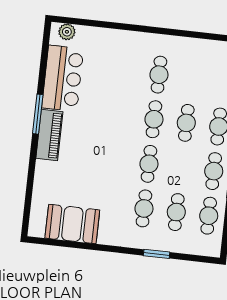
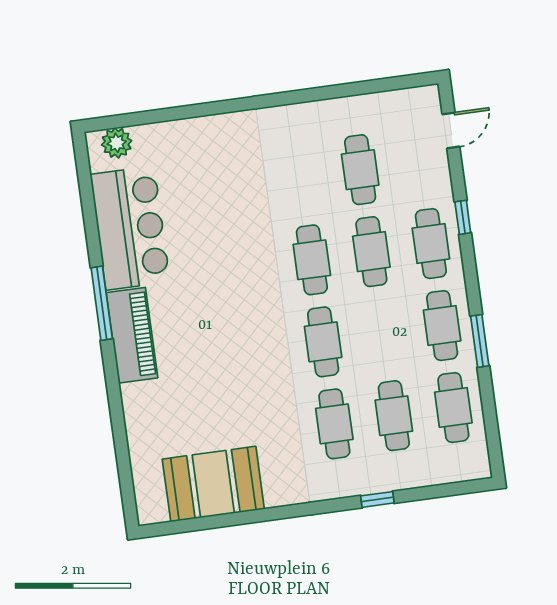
cafe table: (159, 75) -> (360, 170), moved
window: (157, 254) -> (377, 499), width x0.67

